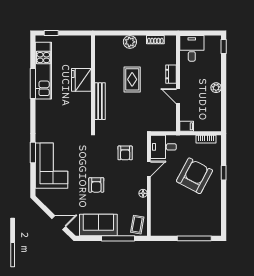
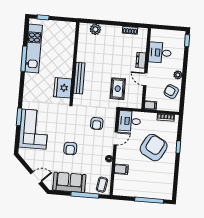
plant: (130, 42) -> (95, 29), moved
desk: (192, 48) -> (160, 53), moved, turned -90
rug: (132, 79) -> (118, 89), moved
fridge: (81, 80) -> (63, 88), moved
armchair: (210, 108) -> (171, 92), added
filing cabinet: (158, 205) -> (121, 169), added

